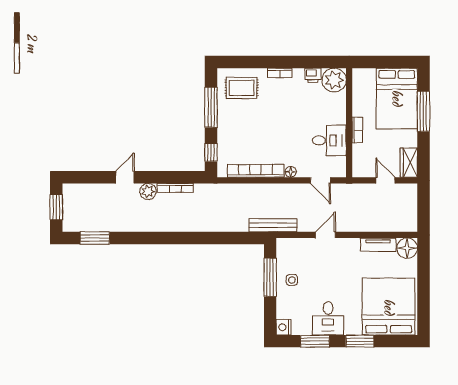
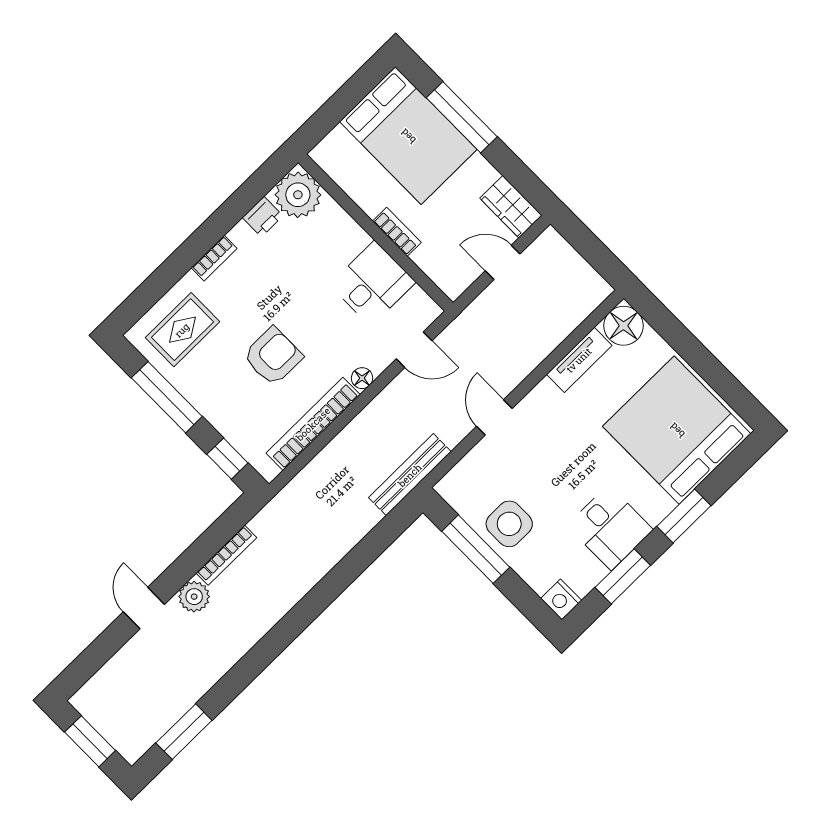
armchair: (265, 131) -> (273, 356), added
side table: (292, 280) -> (509, 524), width x1.87, depth x1.87

